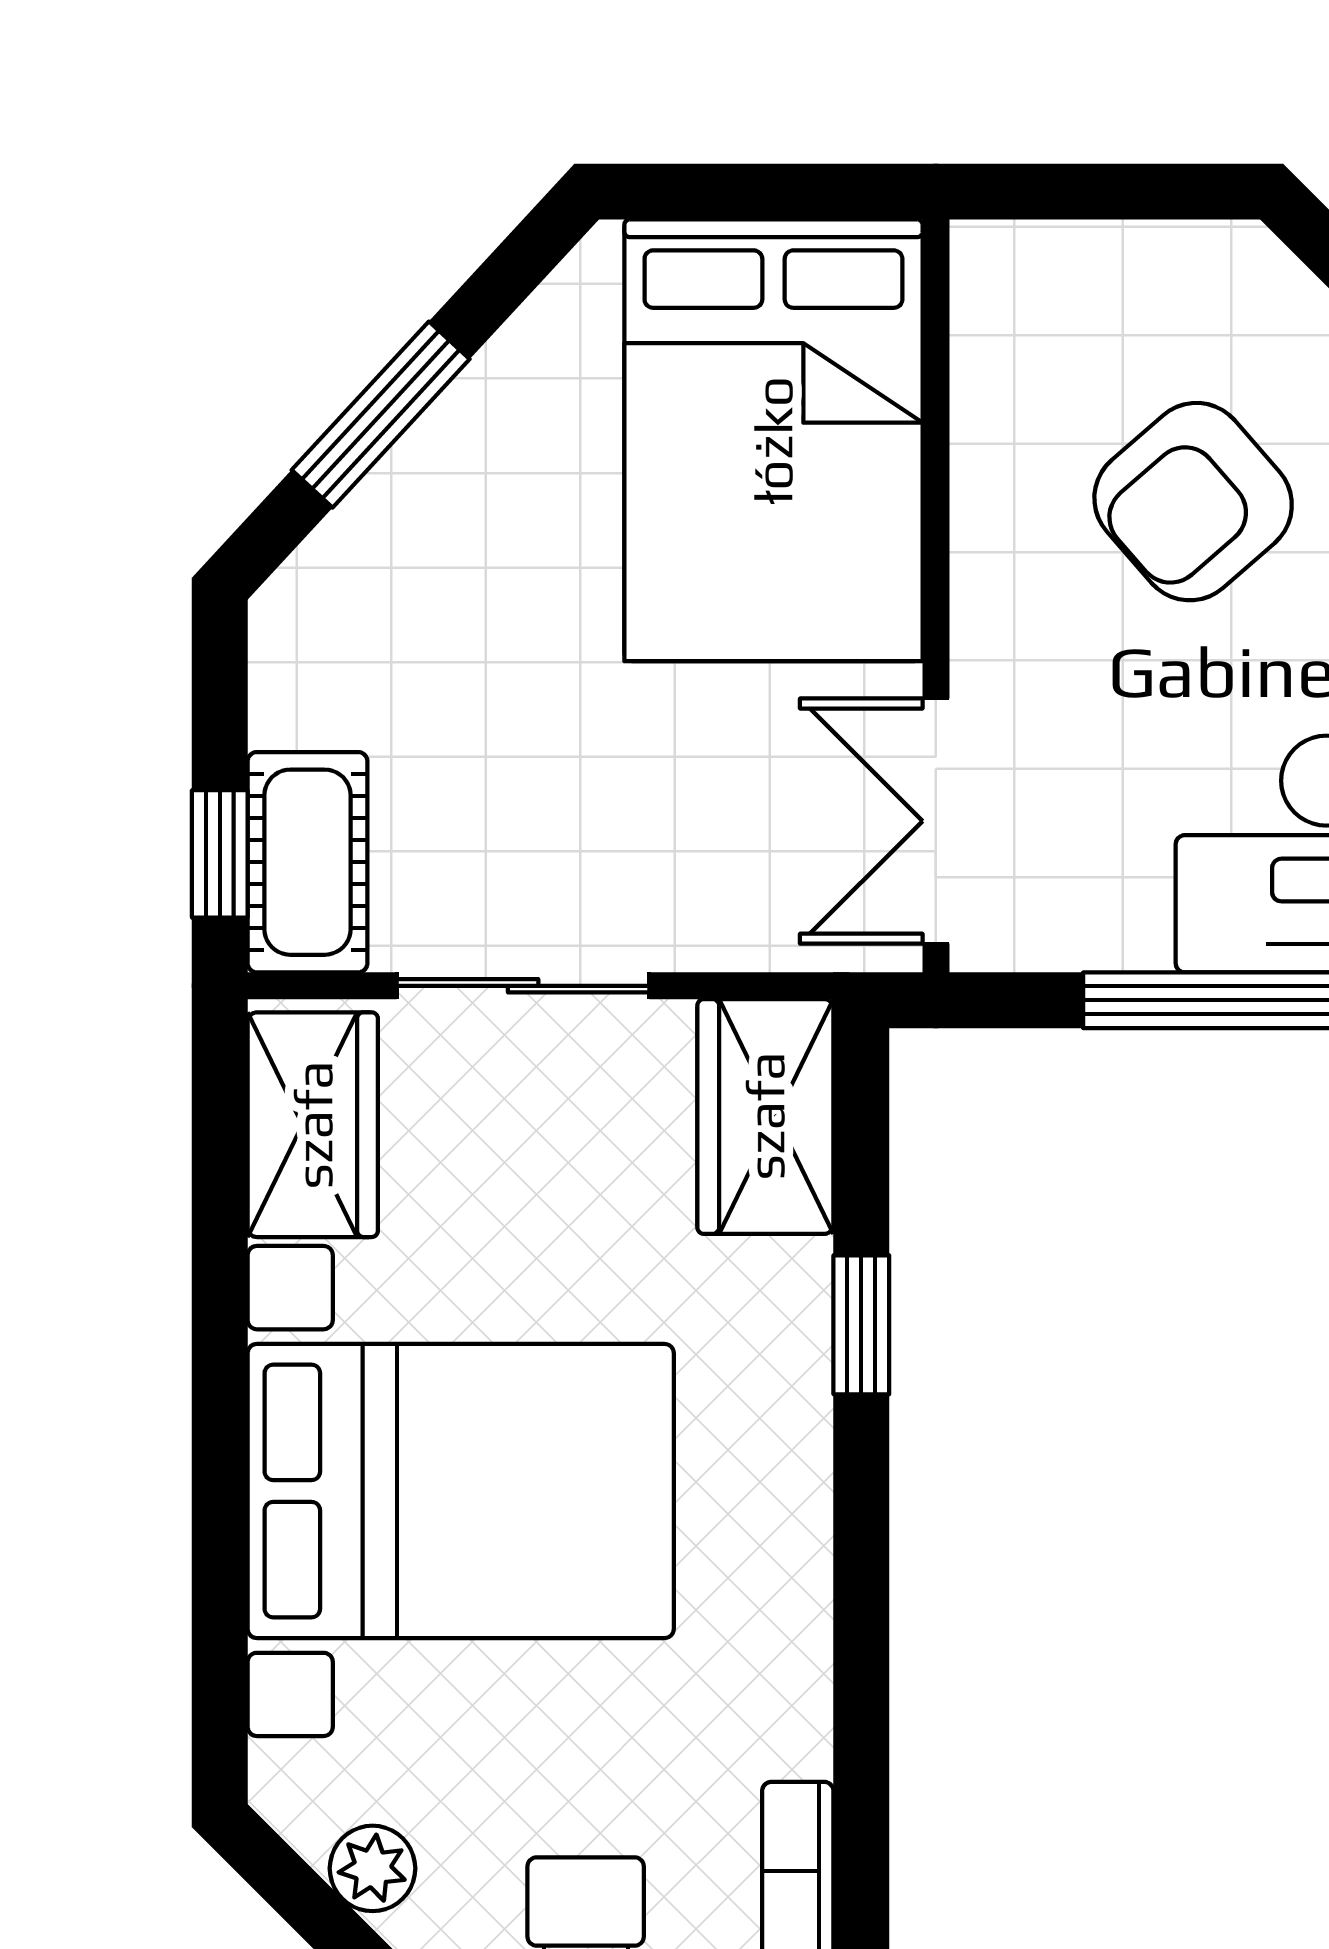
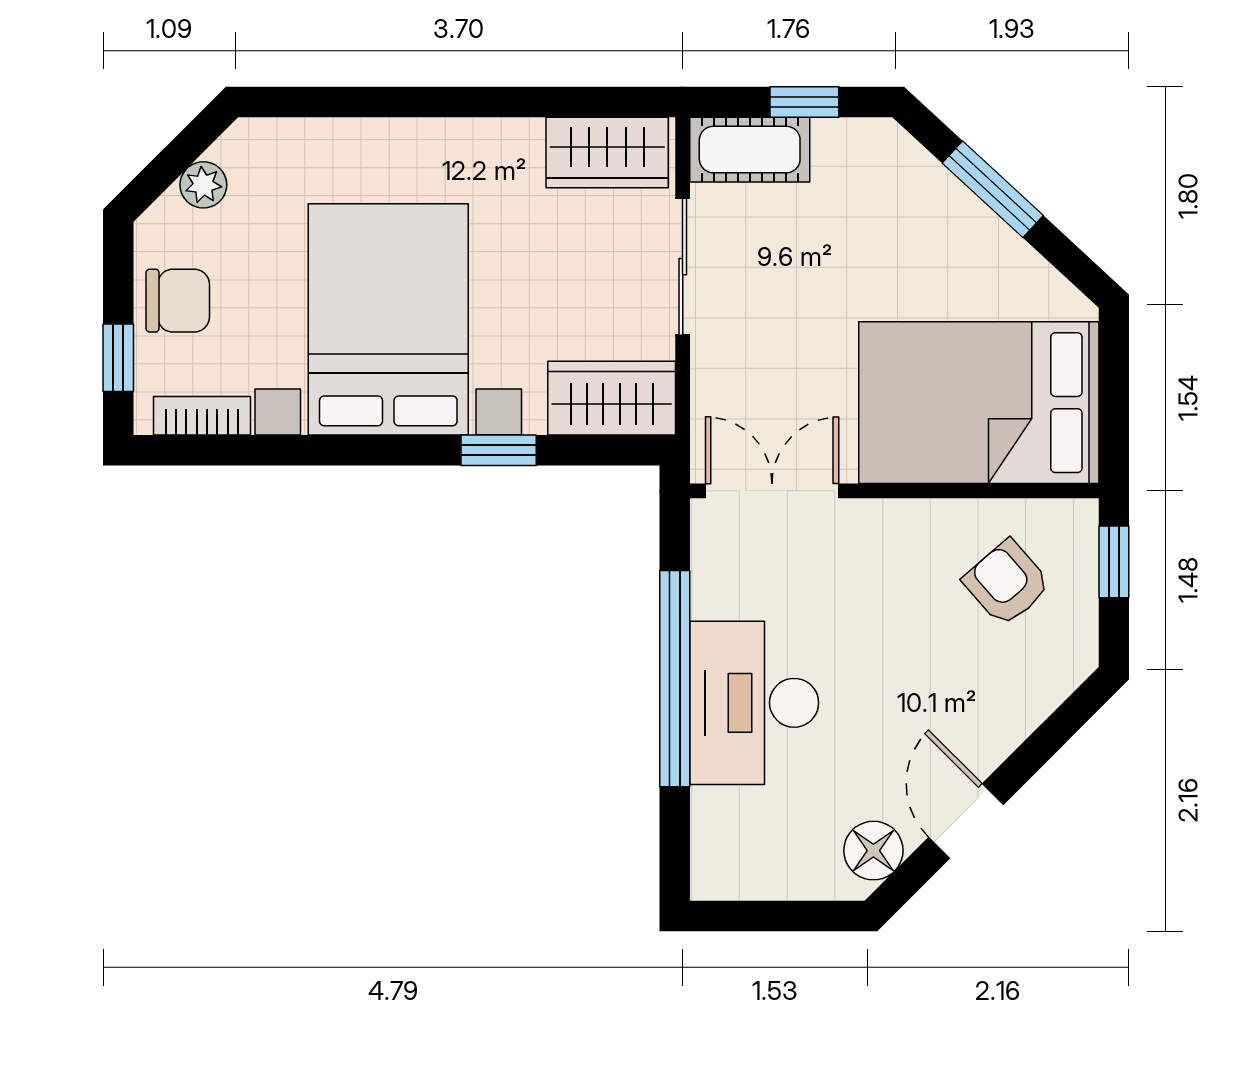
window: (1067, 192) -> (1114, 562), added
armchair: (1193, 502) -> (1007, 583), moved, width x0.72, depth x0.72
window: (220, 854) -> (804, 102), moved
bed with nightstands: (461, 1491) -> (388, 319), moved, turned 180

